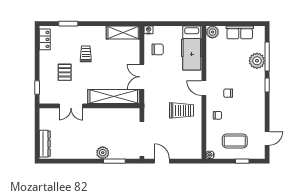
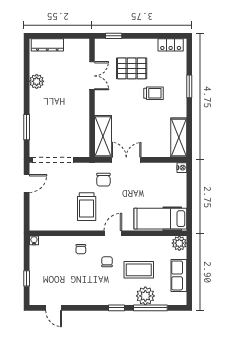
window: (68, 24) -> (189, 86), moved
chair: (158, 49) -> (103, 180), moved
pallet: (65, 72) -> (132, 68), width x1.50, depth x1.42
shelving: (114, 97) -> (103, 136), width x0.68
double door: (71, 106) -> (92, 76), swing flipped
coffee table: (235, 141) -> (139, 270), moved, turned 90
plant: (103, 153) -> (37, 81), moved

